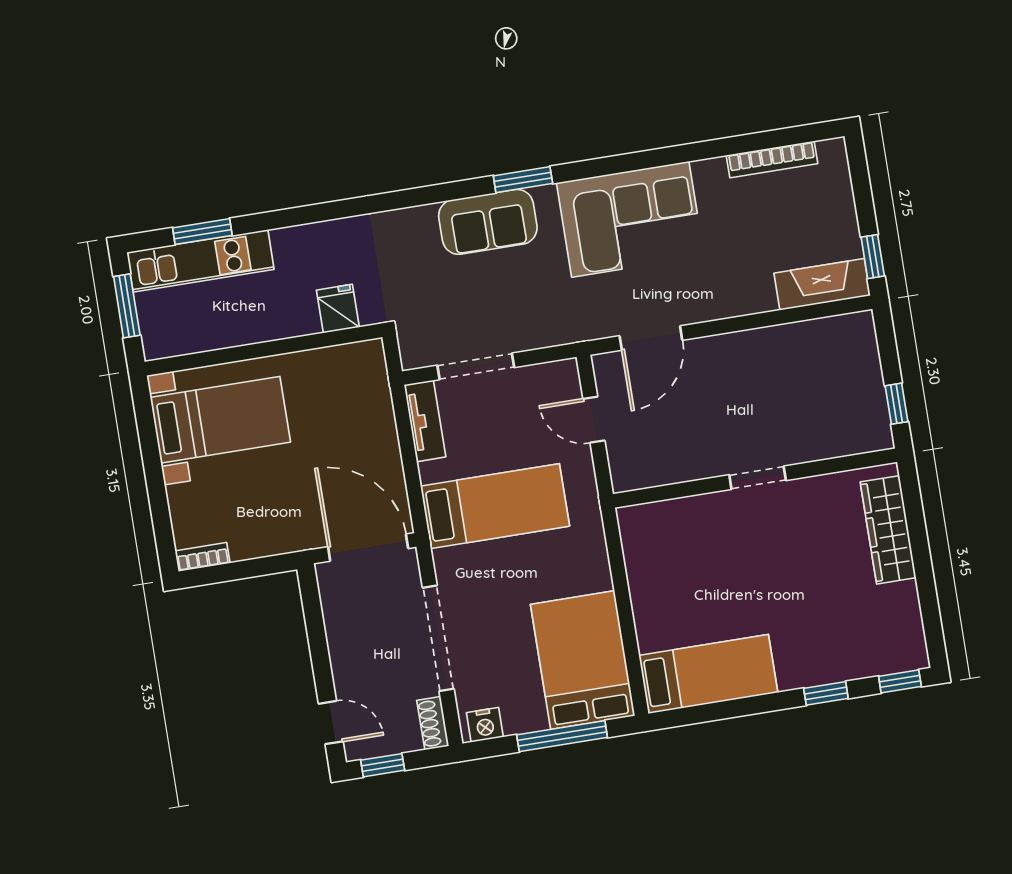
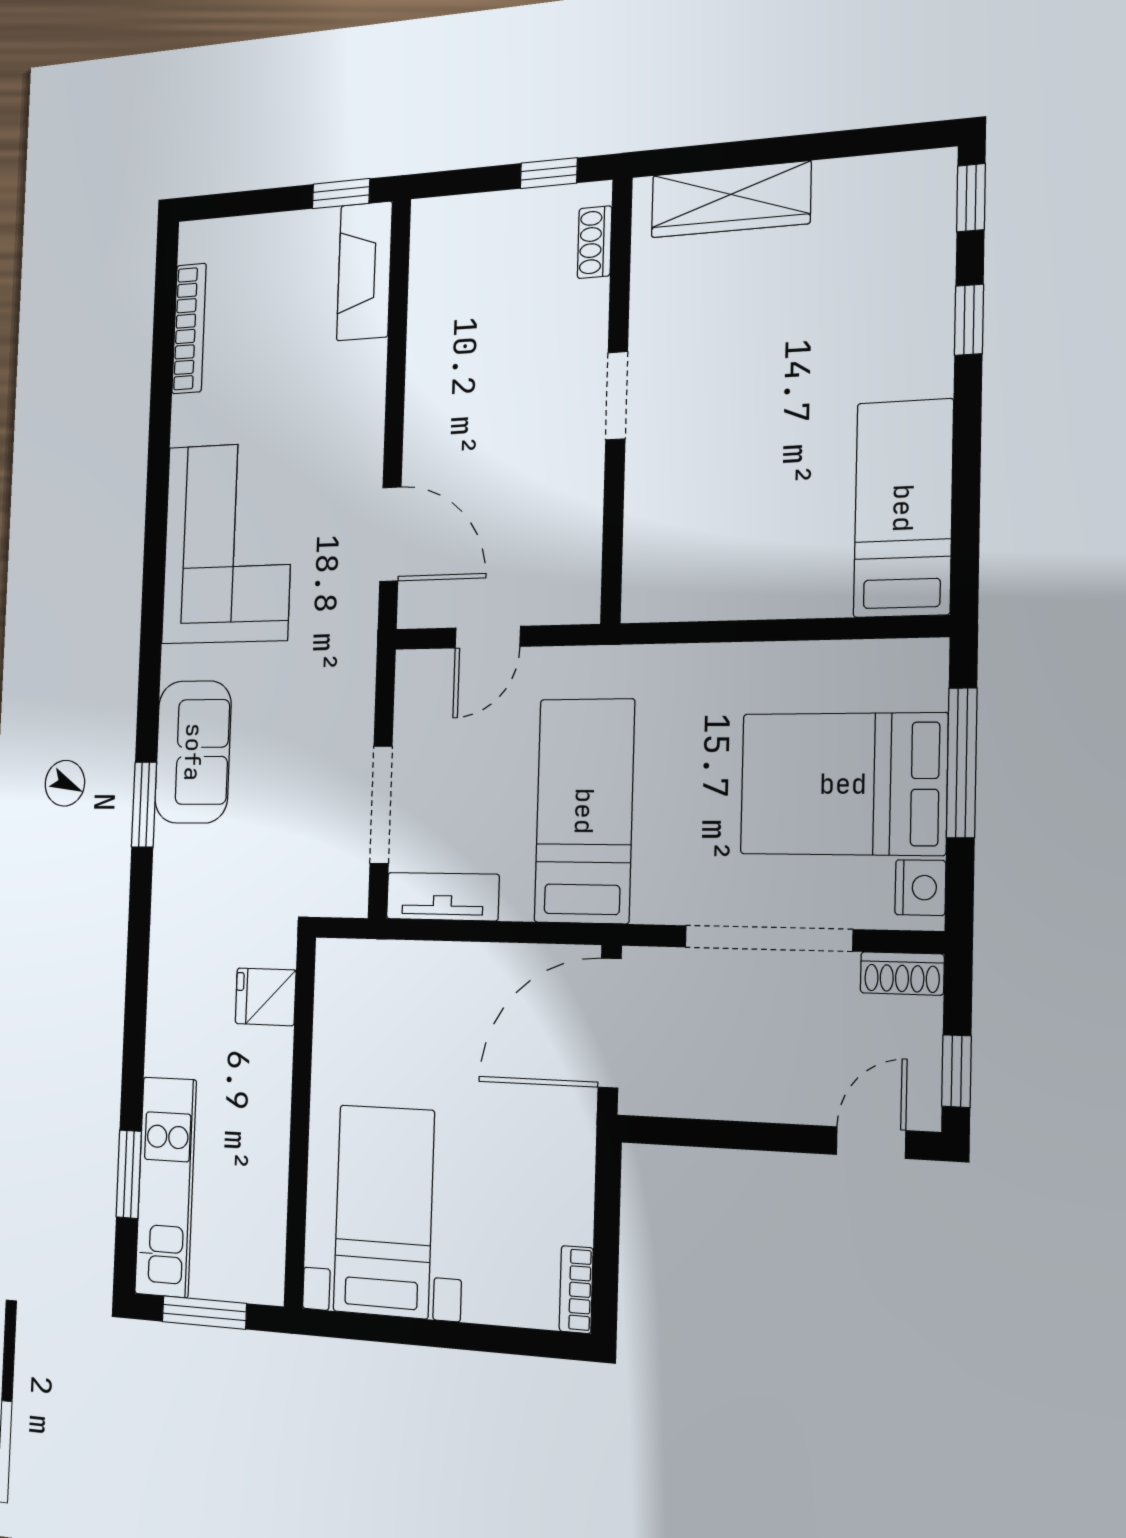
window: (523, 180) -> (144, 805), moved
shoe rack: (854, 444) -> (595, 242), added
bed: (583, 660) -> (843, 784), moved

